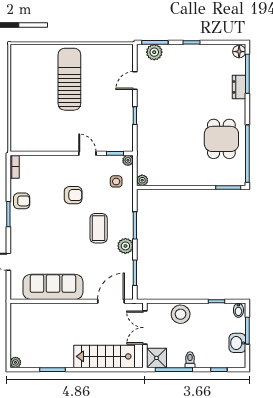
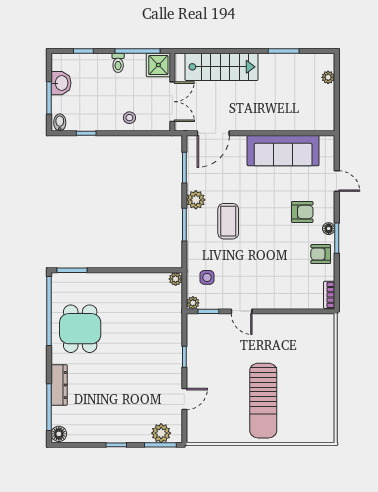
dresser: (239, 87) -> (59, 385), width x1.44
armchair: (73, 195) -> (302, 212), moved, turned 180
floor lamp: (15, 222) -> (329, 229), added
stool: (181, 314) -> (129, 118), width x0.53, depth x0.53
plant: (15, 362) -> (328, 77), moved

